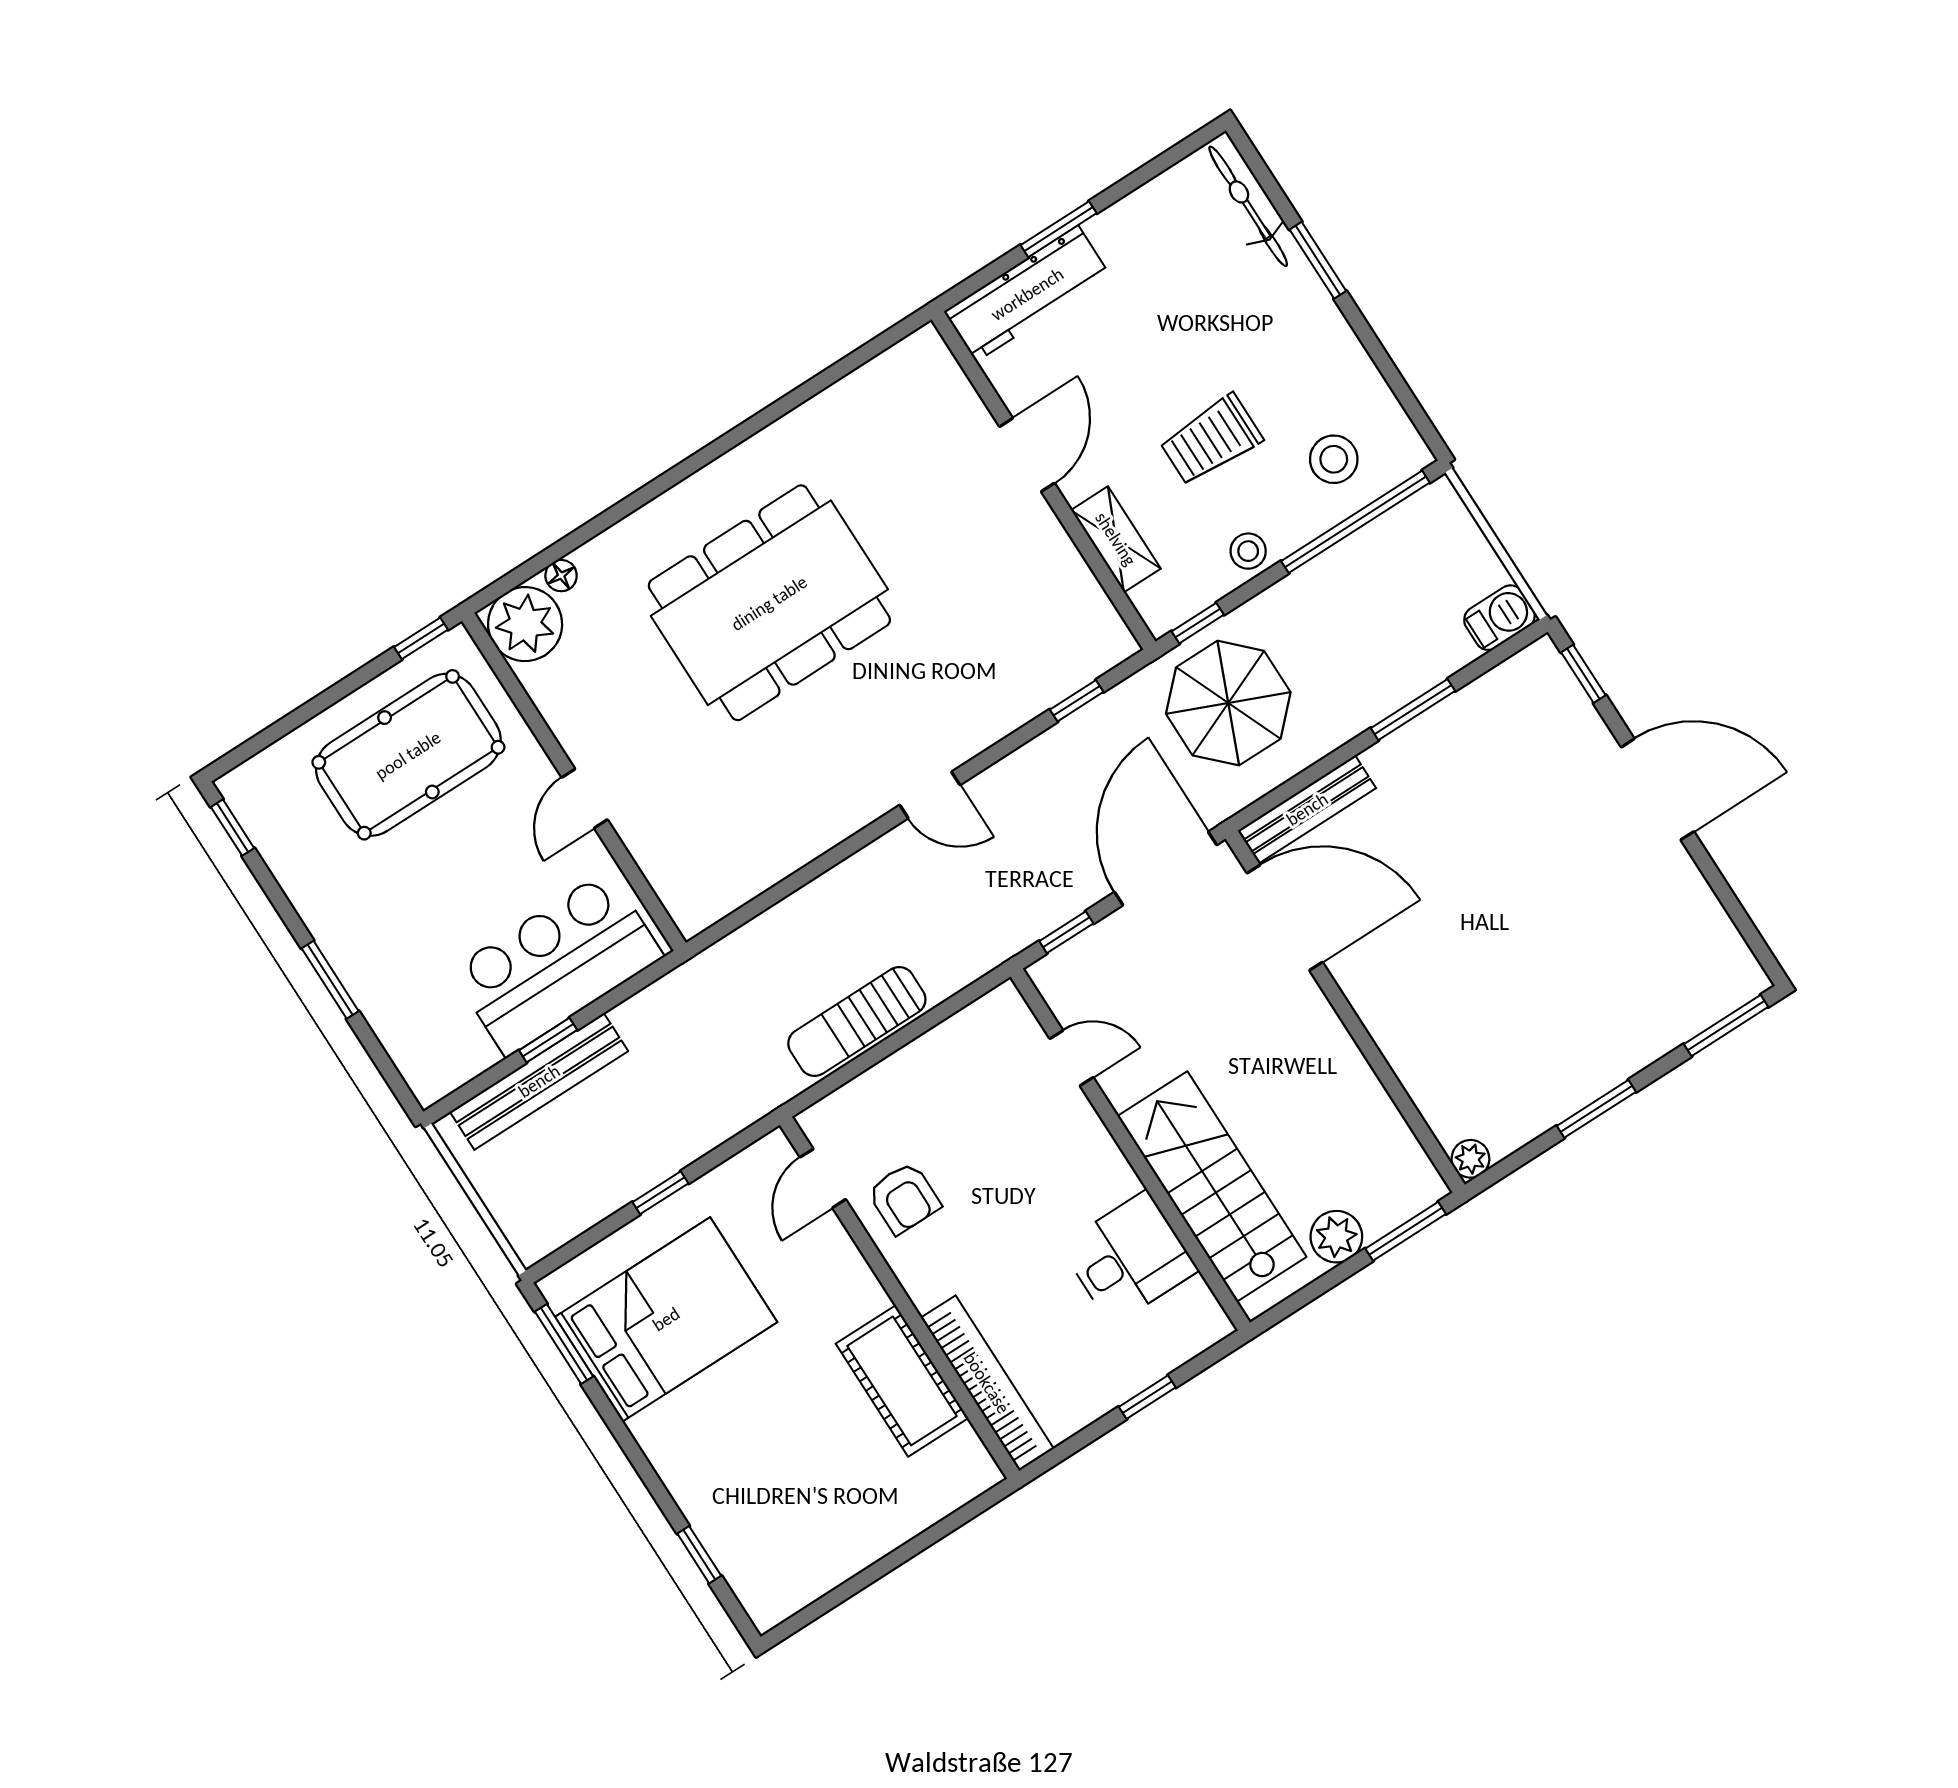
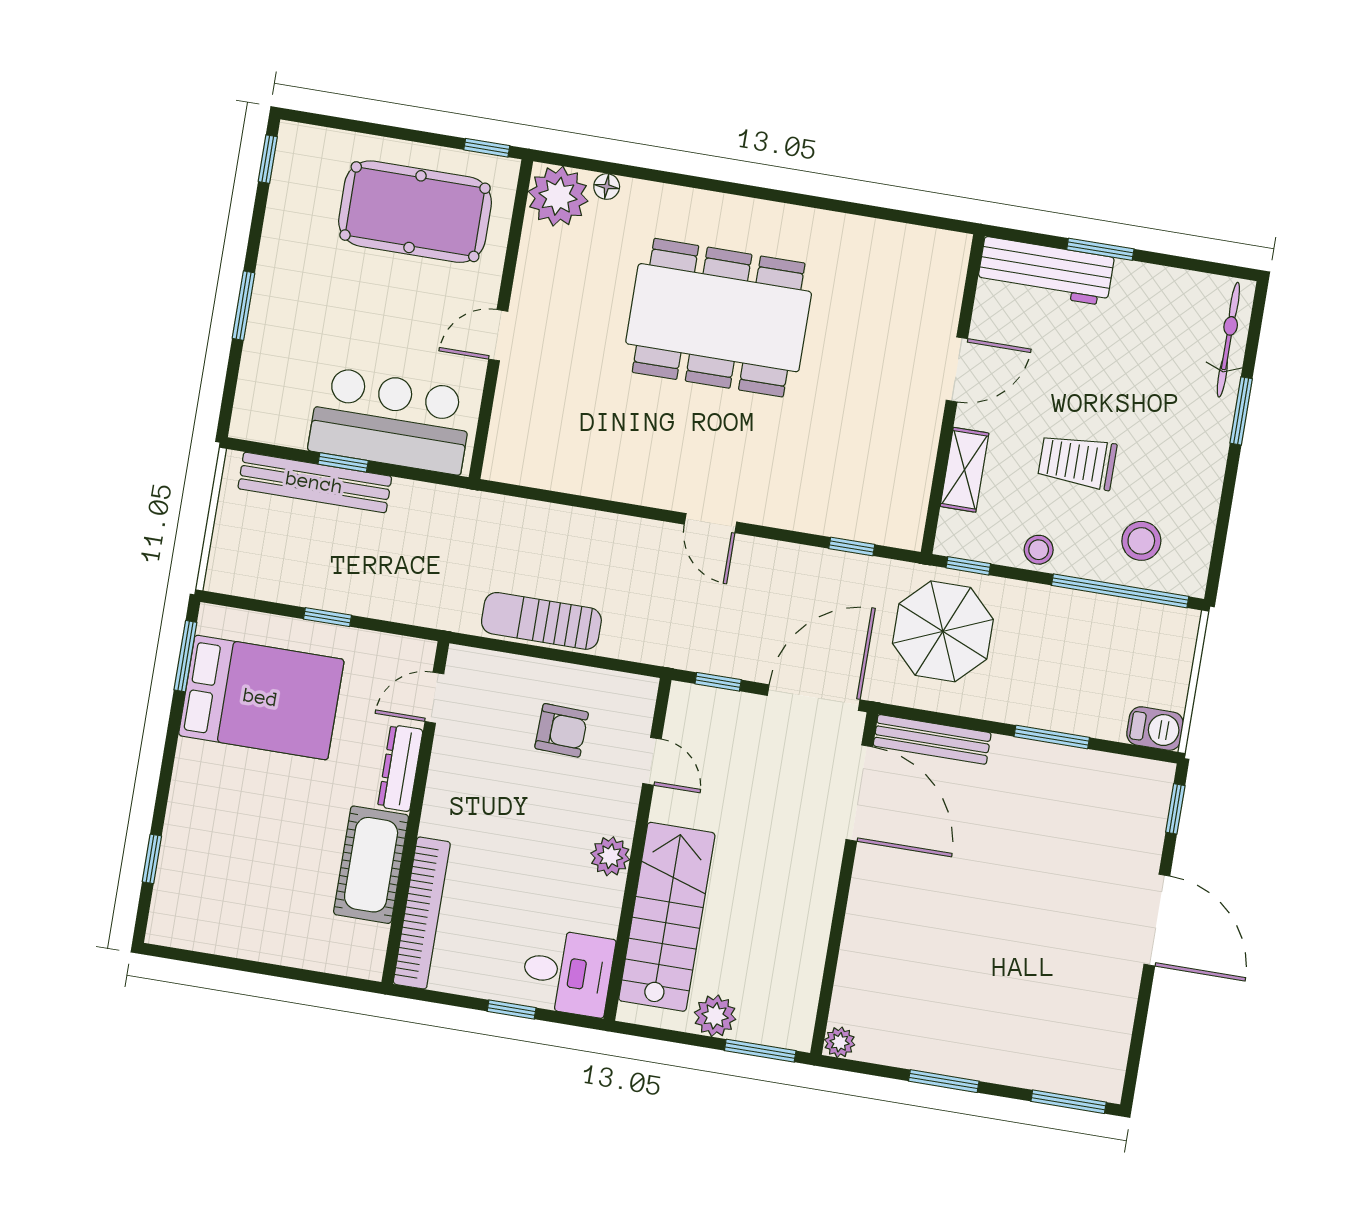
plant: (1111, 1178) -> (610, 856), added
armchair: (904, 1198) -> (562, 730), moved, turned -88
desk: (1129, 1258) -> (567, 972), moved
dresser: (849, 1270) -> (400, 768), added

